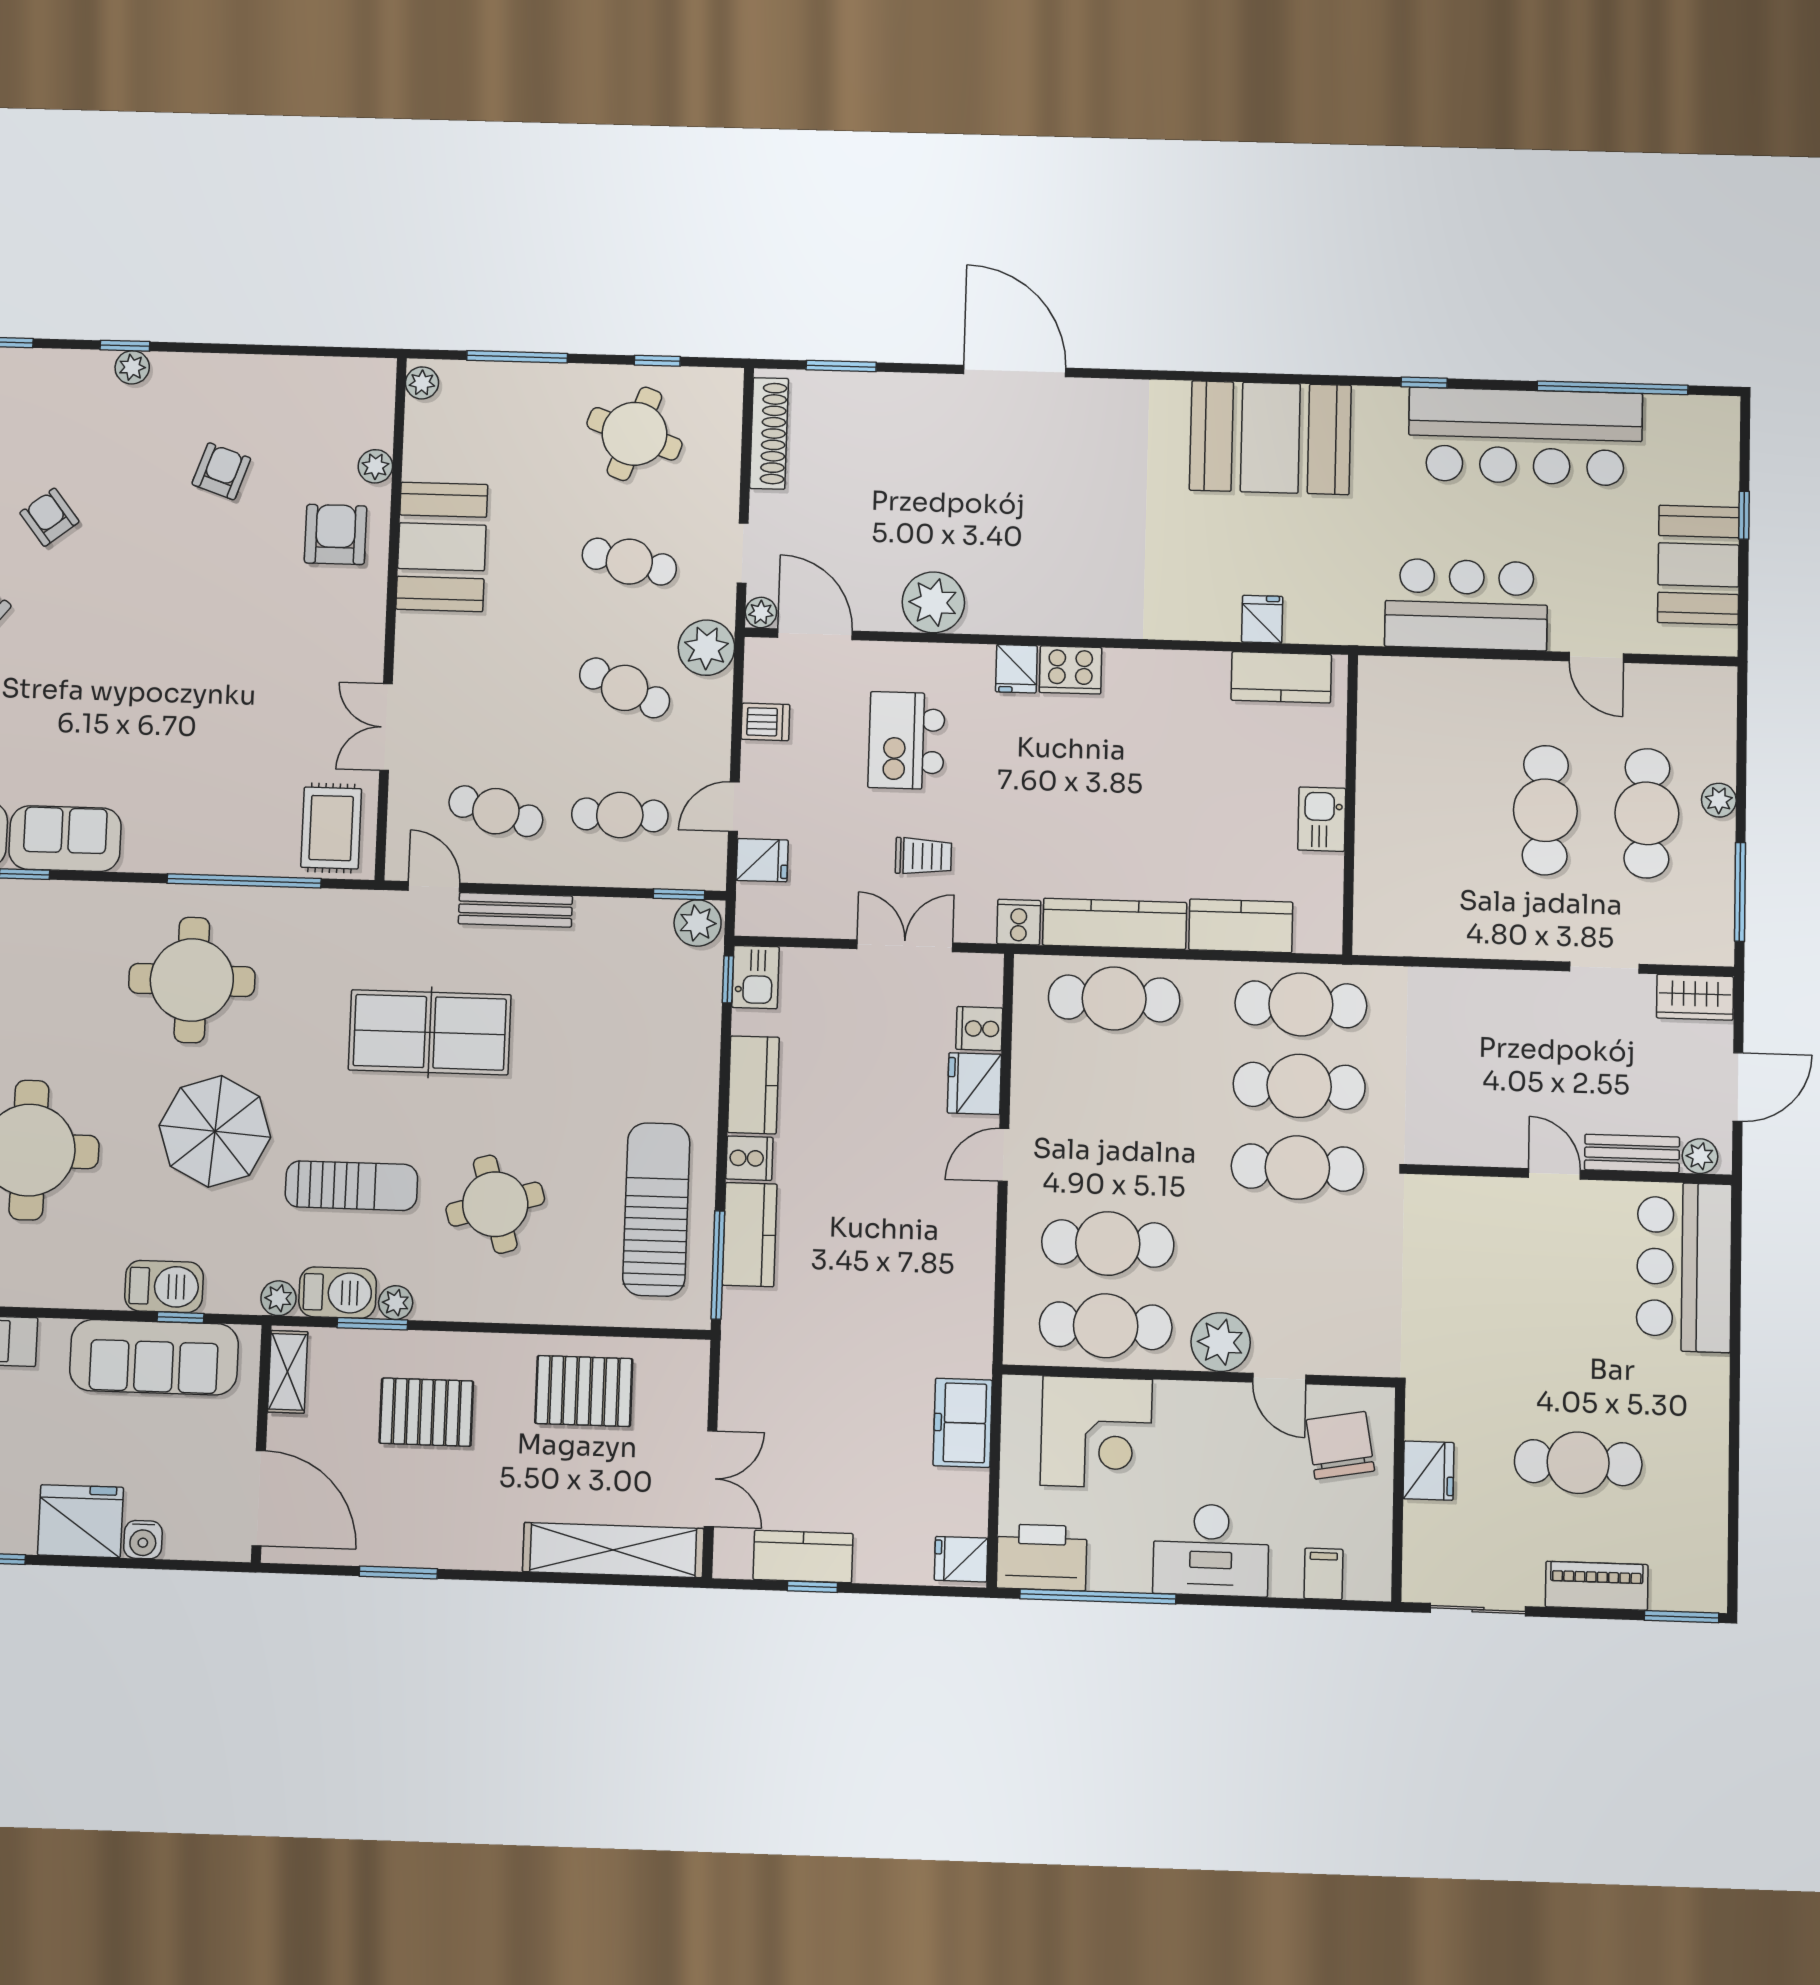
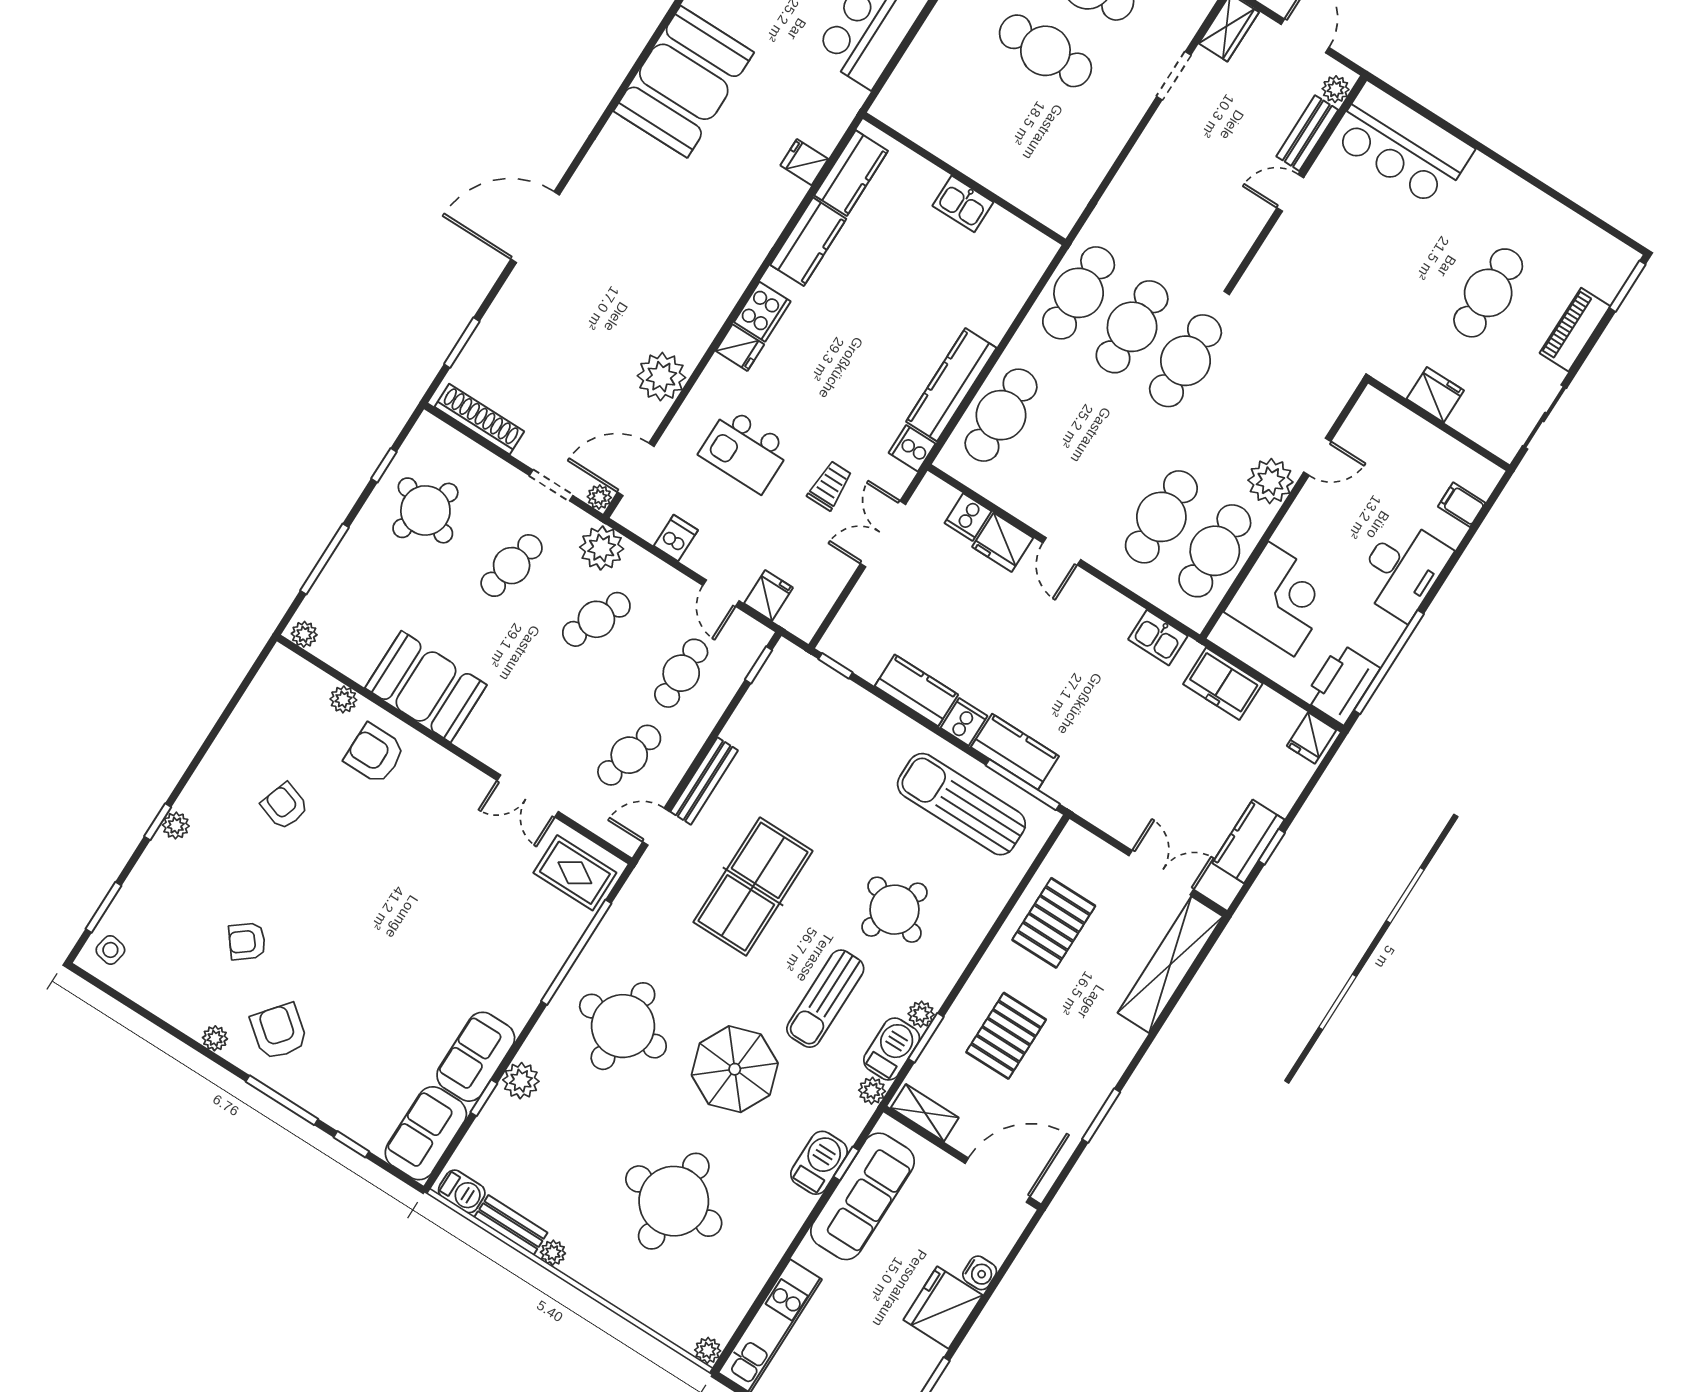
plant: (698, 923) -> (521, 1081), moved
kitchen counter: (1241, 926) -> (808, 242), moved, turned 180
kitchen sink: (755, 977) -> (1158, 638), moved, turned 180
sun lounger: (351, 1186) -> (825, 999), turned 180
round table: (495, 1204) -> (895, 910), turned 37
chair: (1340, 1445) -> (1385, 443), removed

